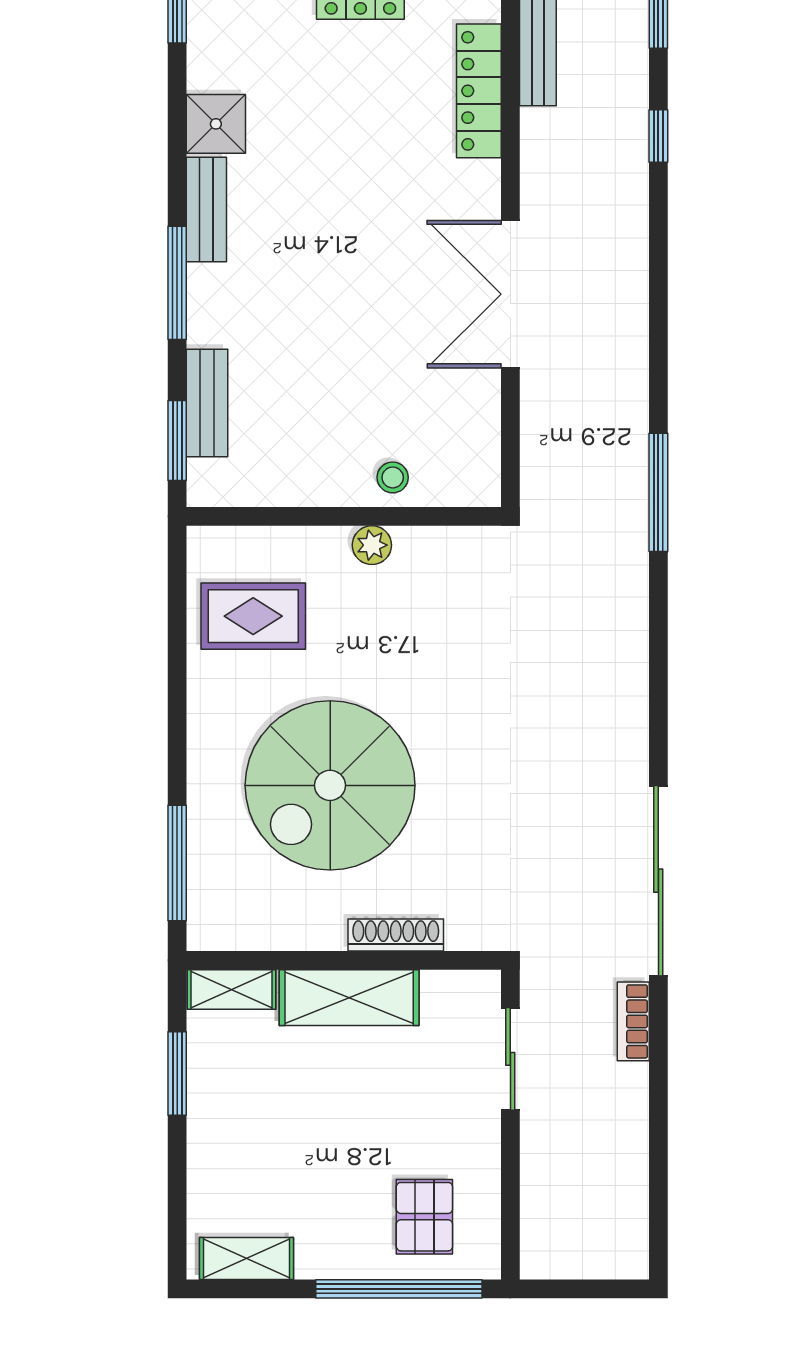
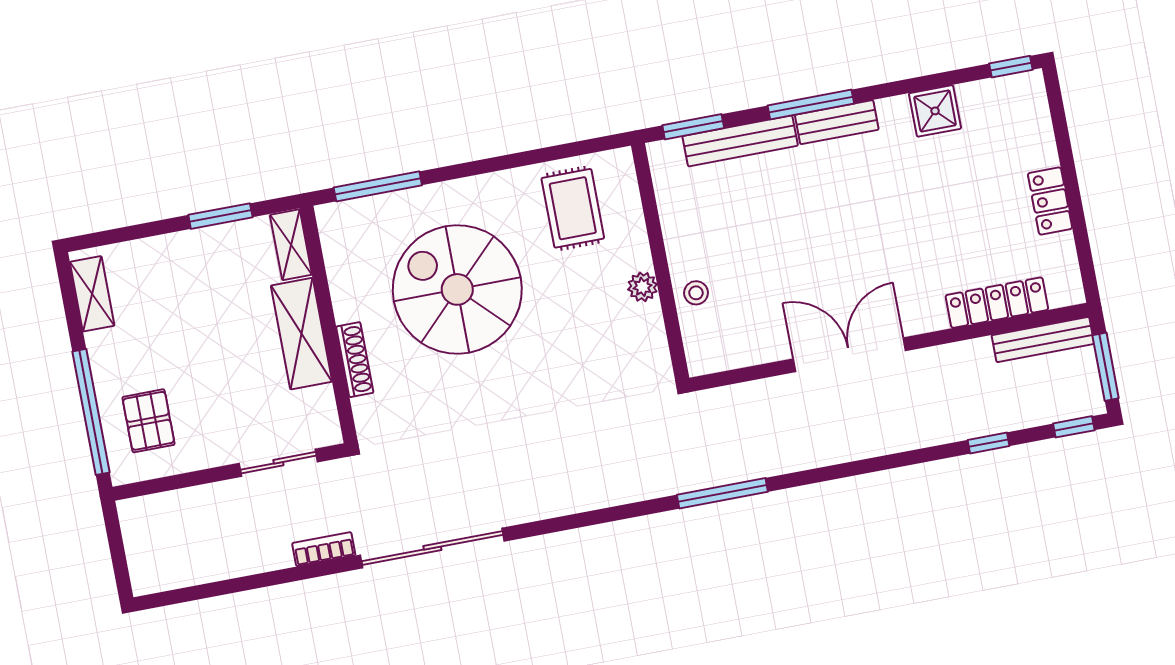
bench: (206, 209) -> (837, 122), moved
bench: (207, 403) -> (740, 141), width x1.36
pallet: (424, 1217) -> (149, 421), turned 90

